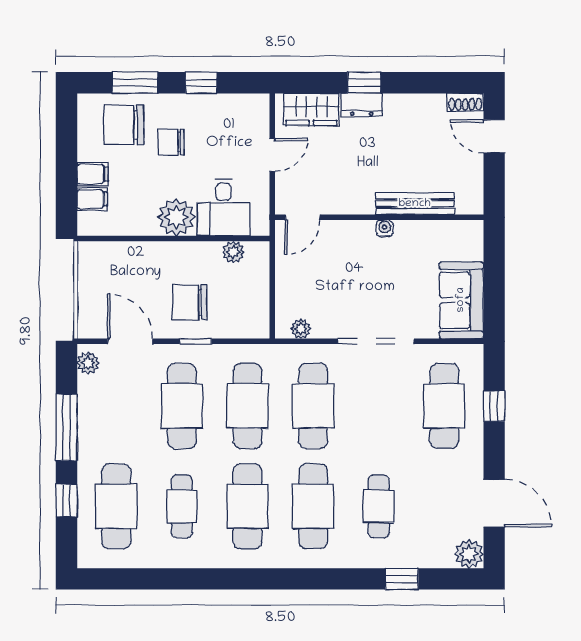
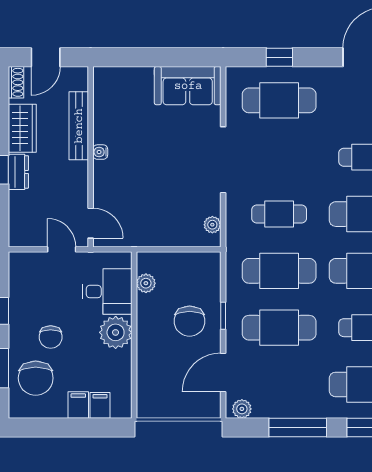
wardrobe: (311, 109) -> (22, 128), moved
bench: (415, 204) -> (79, 126), moved
door: (303, 217) -> (91, 223), moved
wall: (379, 217) -> (91, 157), moved
water cooler: (385, 228) -> (100, 152), moved
cafe table: (313, 406) -> (279, 214), width x0.73, depth x0.74

